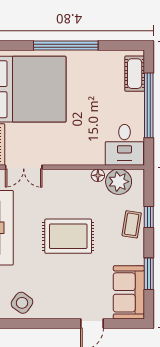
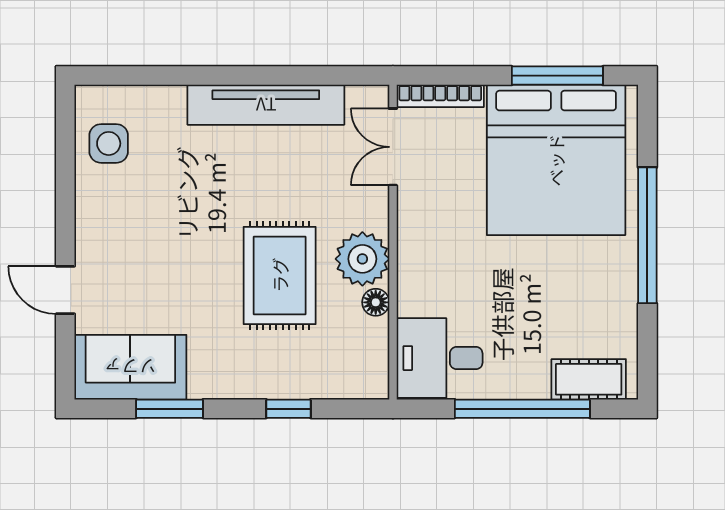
plant: (119, 182) -> (362, 259), moved
coffee table: (132, 224) -> (273, 373), removed
rug: (68, 236) -> (280, 275), moved
side table: (22, 303) -> (109, 143), turned -36

